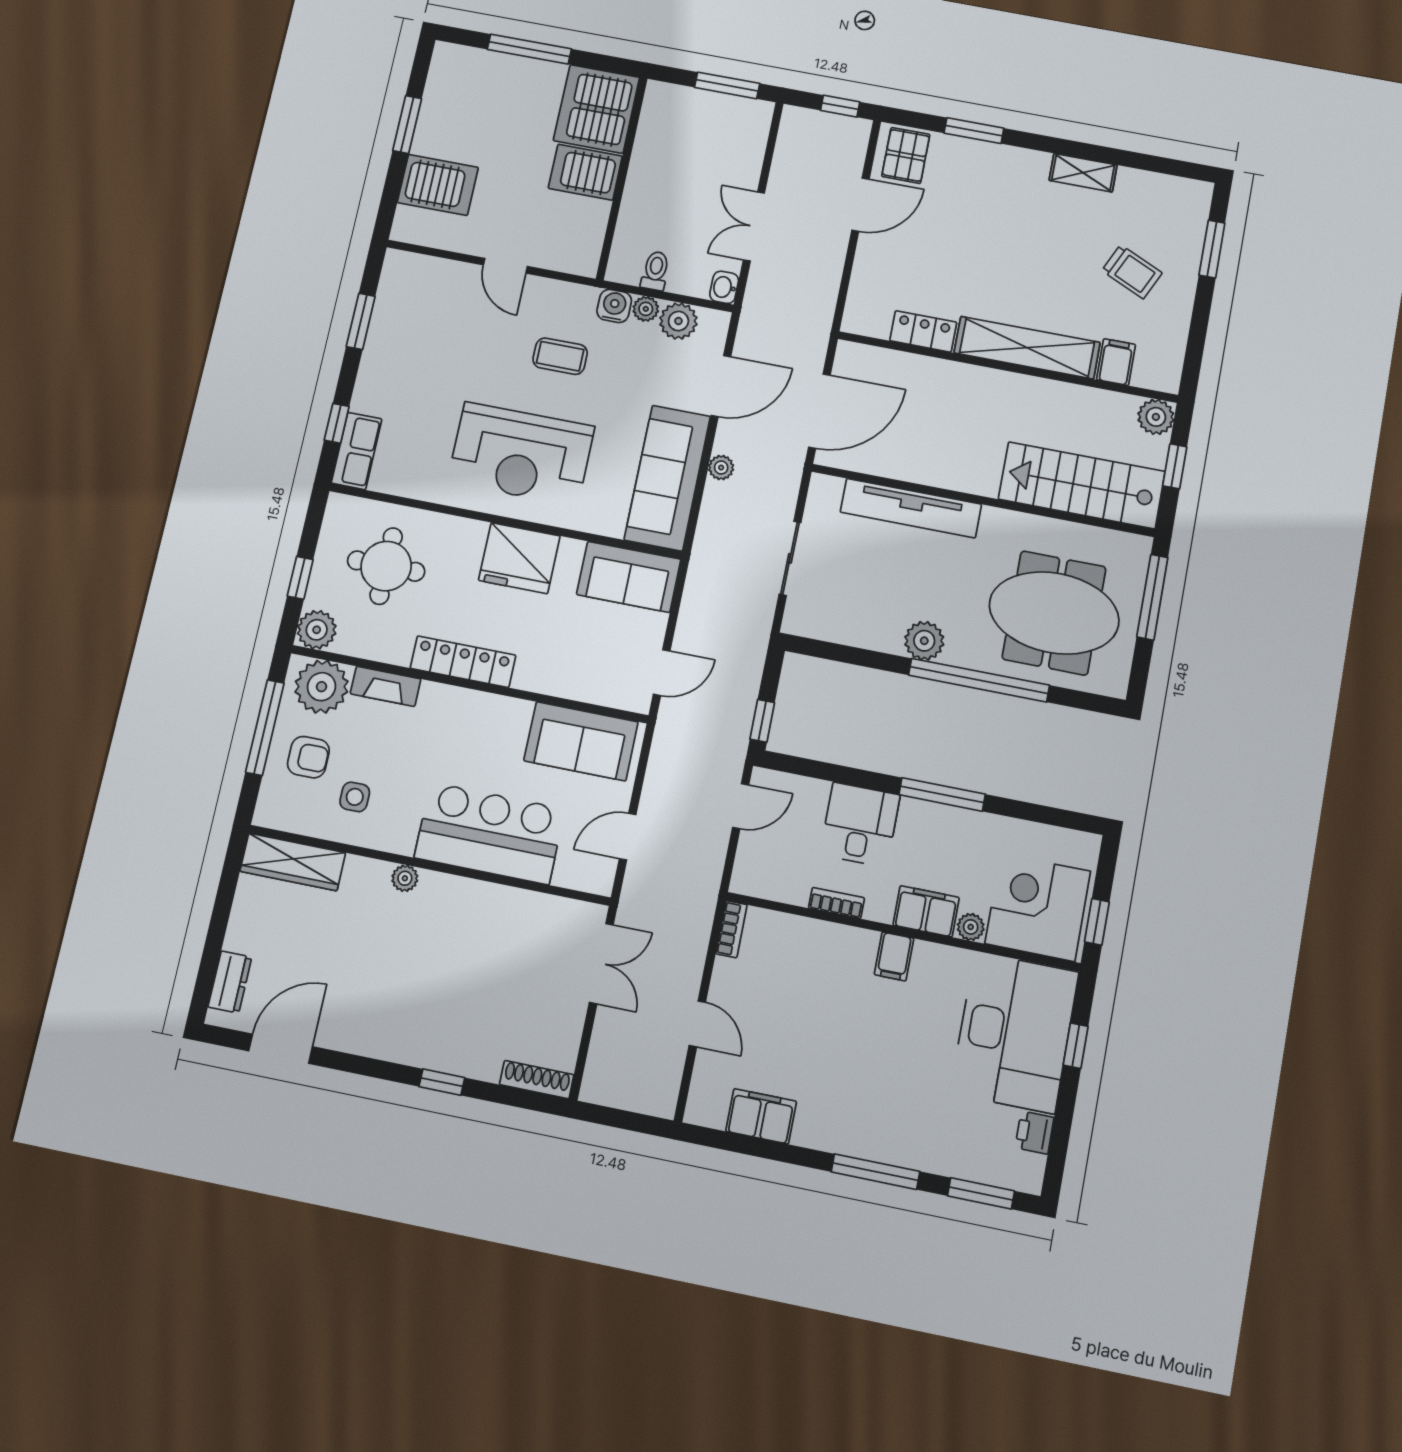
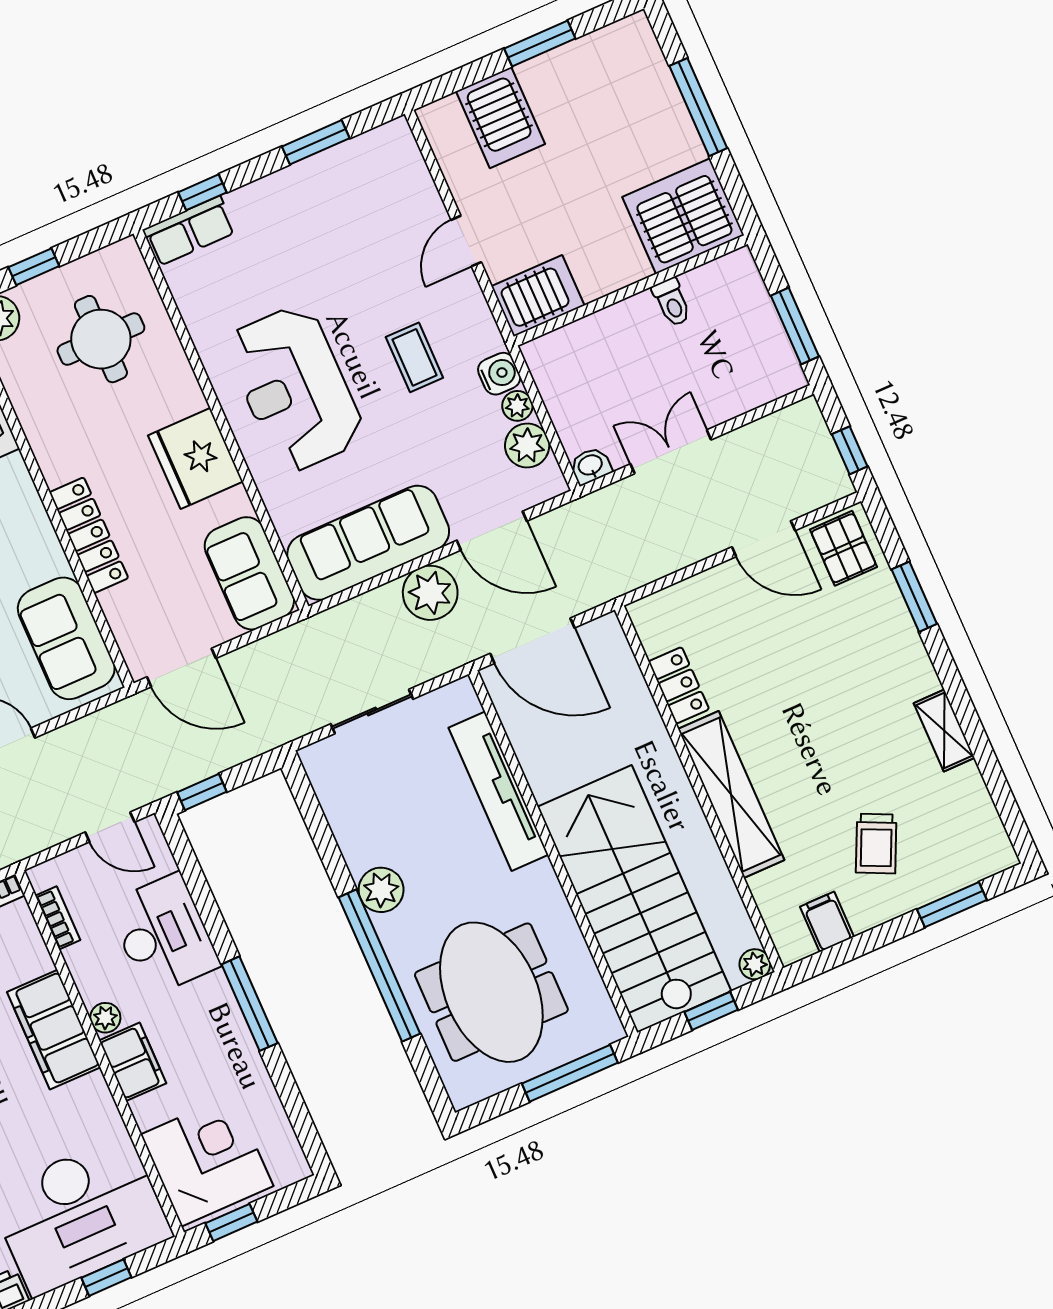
pallet: (906, 155) -> (844, 548), turned 90
server rack: (585, 172) -> (538, 296), moved, turned 90
toilet: (655, 271) -> (672, 302), moved, turned 90
filing cabinet: (1116, 362) -> (827, 922), moved, turned -90
plant: (1156, 417) -> (755, 964), width x0.73, depth x0.73
plant: (721, 468) -> (430, 593), width x1.88, depth x1.88
stairs: (1082, 485) -> (634, 899), width x1.36, depth x1.51
locker: (463, 662) -> (89, 535), moved
door: (662, 673) -> (181, 668), width x1.38
desk: (860, 825) -> (163, 935), width x1.37
bookcase: (836, 903) -> (58, 918), moved
plant: (971, 927) -> (105, 1018), moved
filing cabinet: (894, 956) -> (54, 1030), width x3.00, depth x1.17

